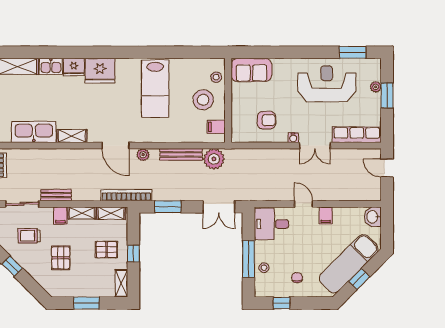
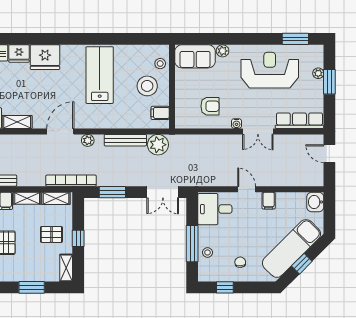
plant: (279, 64) -> (223, 51), added
lab bench: (155, 89) -> (100, 75), turned 180
door: (115, 146) -> (60, 131), swing flipped

